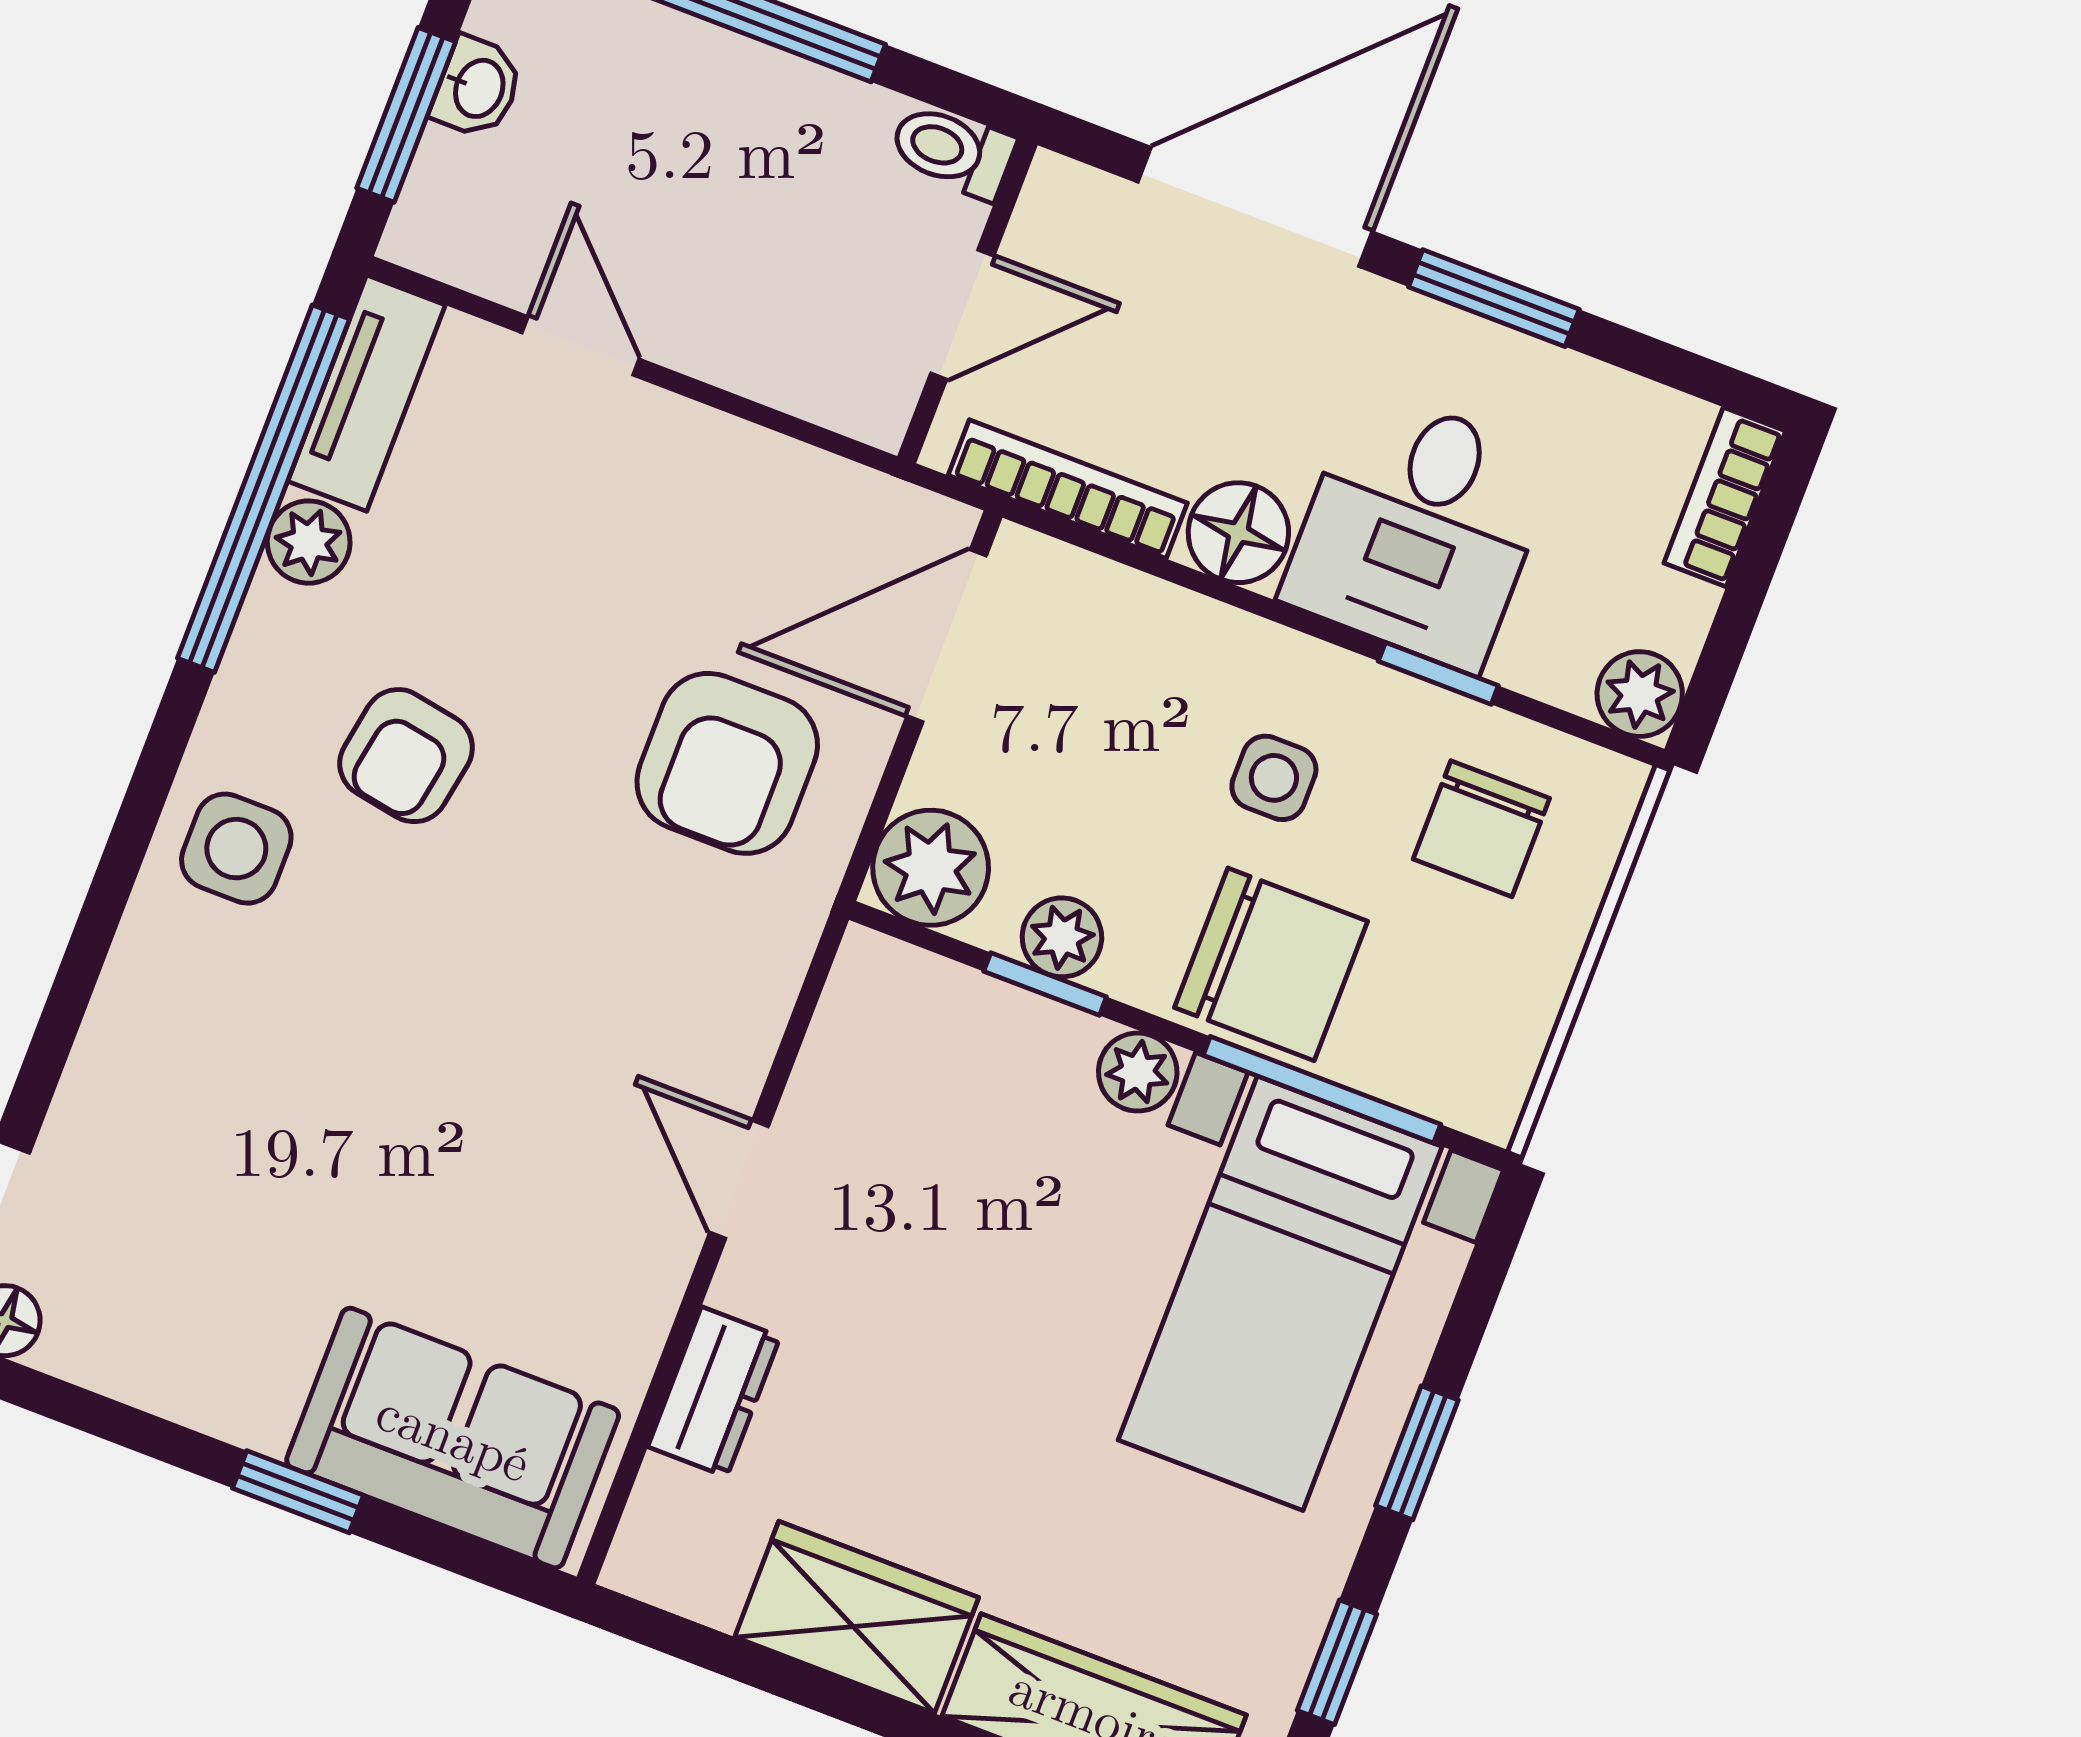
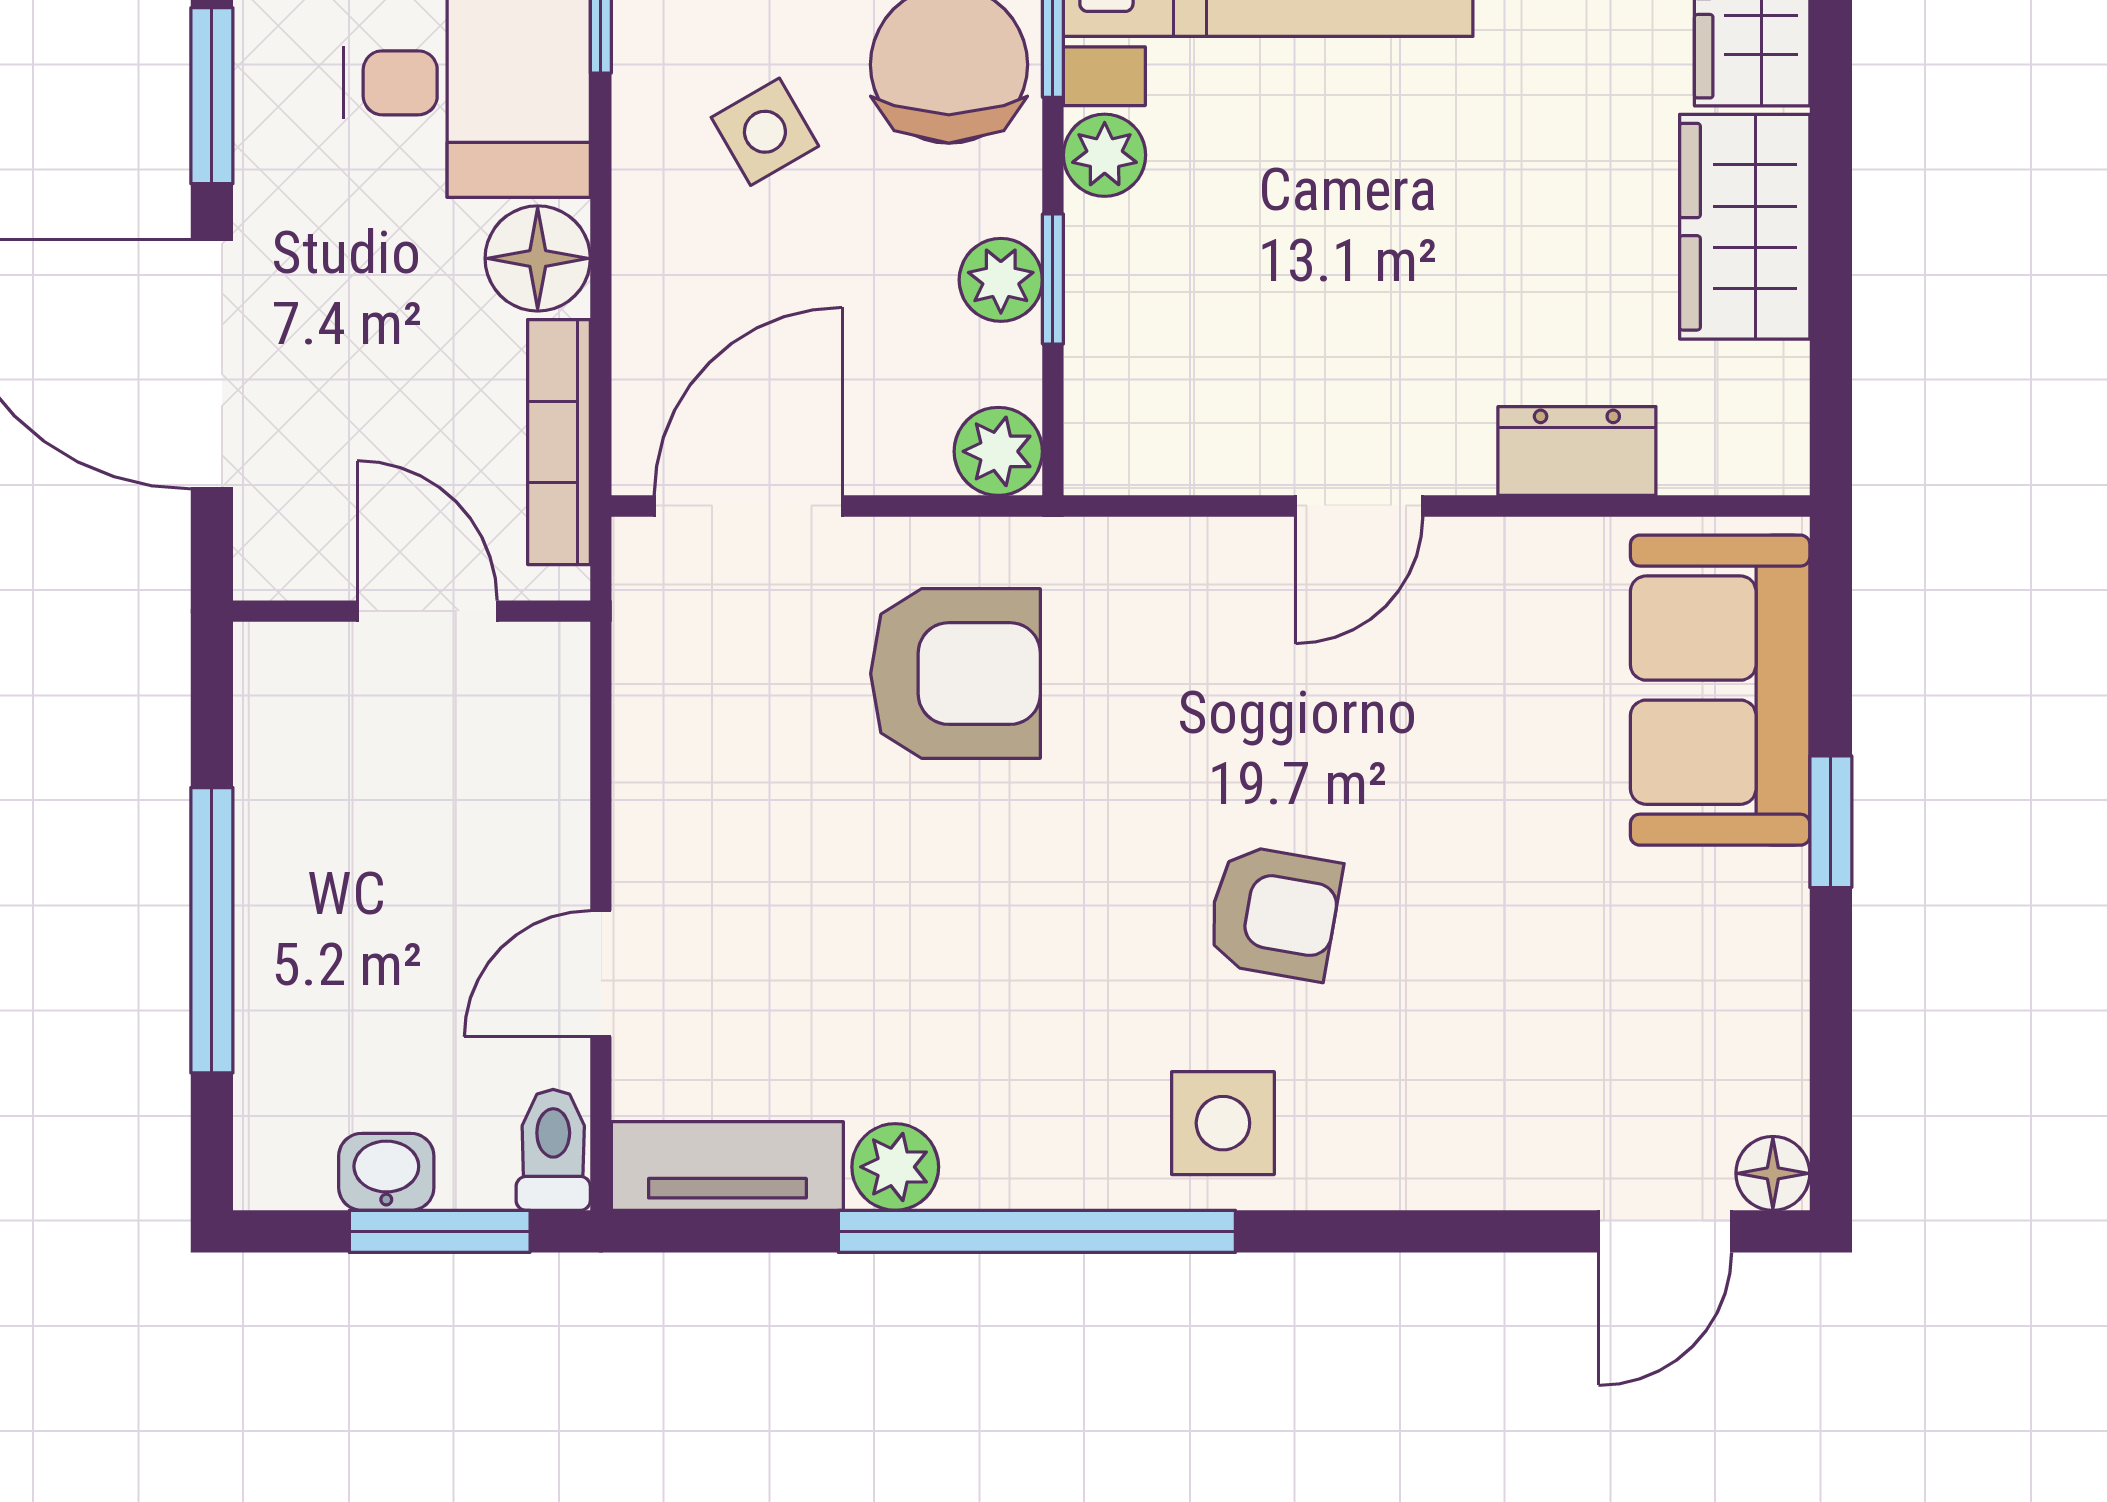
toilet: (952, 151) -> (553, 1150), moved, turned 180
window: (263, 489) -> (1037, 1231), moved
door: (947, 636) -> (748, 506), swing flipped
armchair: (406, 756) -> (1274, 913), moved
side table: (1274, 778) -> (765, 132), turned -30
plant: (931, 868) -> (998, 451), width x0.73, depth x0.73

